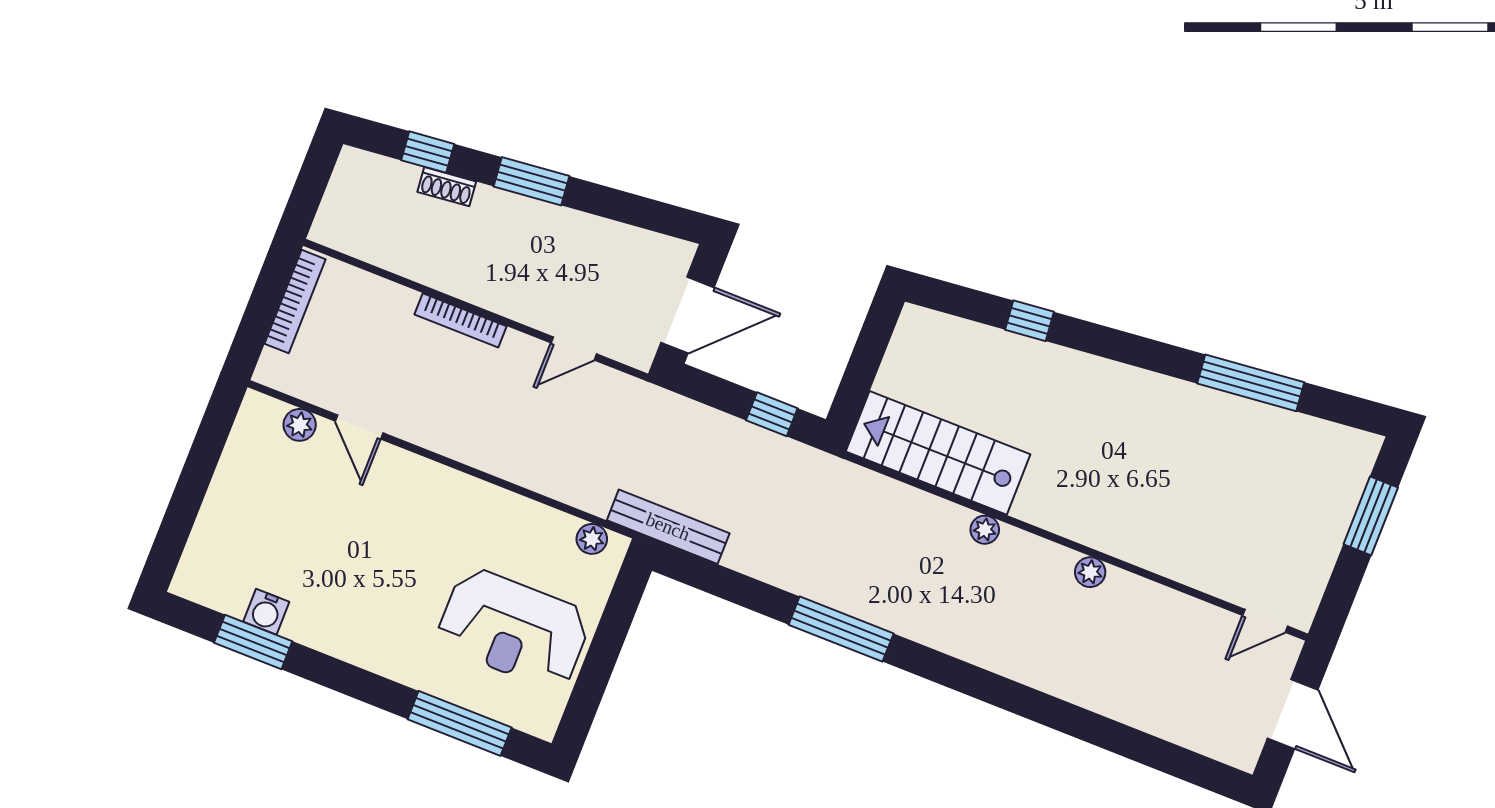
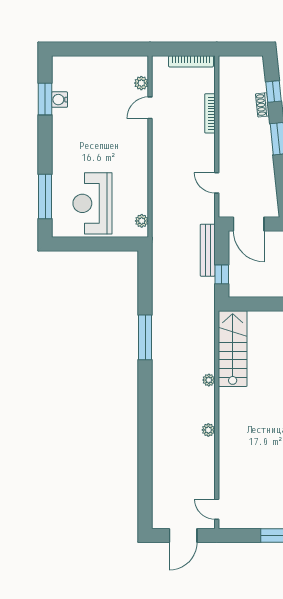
bookcase: (460, 320) -> (210, 113), moved
bench: (668, 527) -> (208, 250), moved

